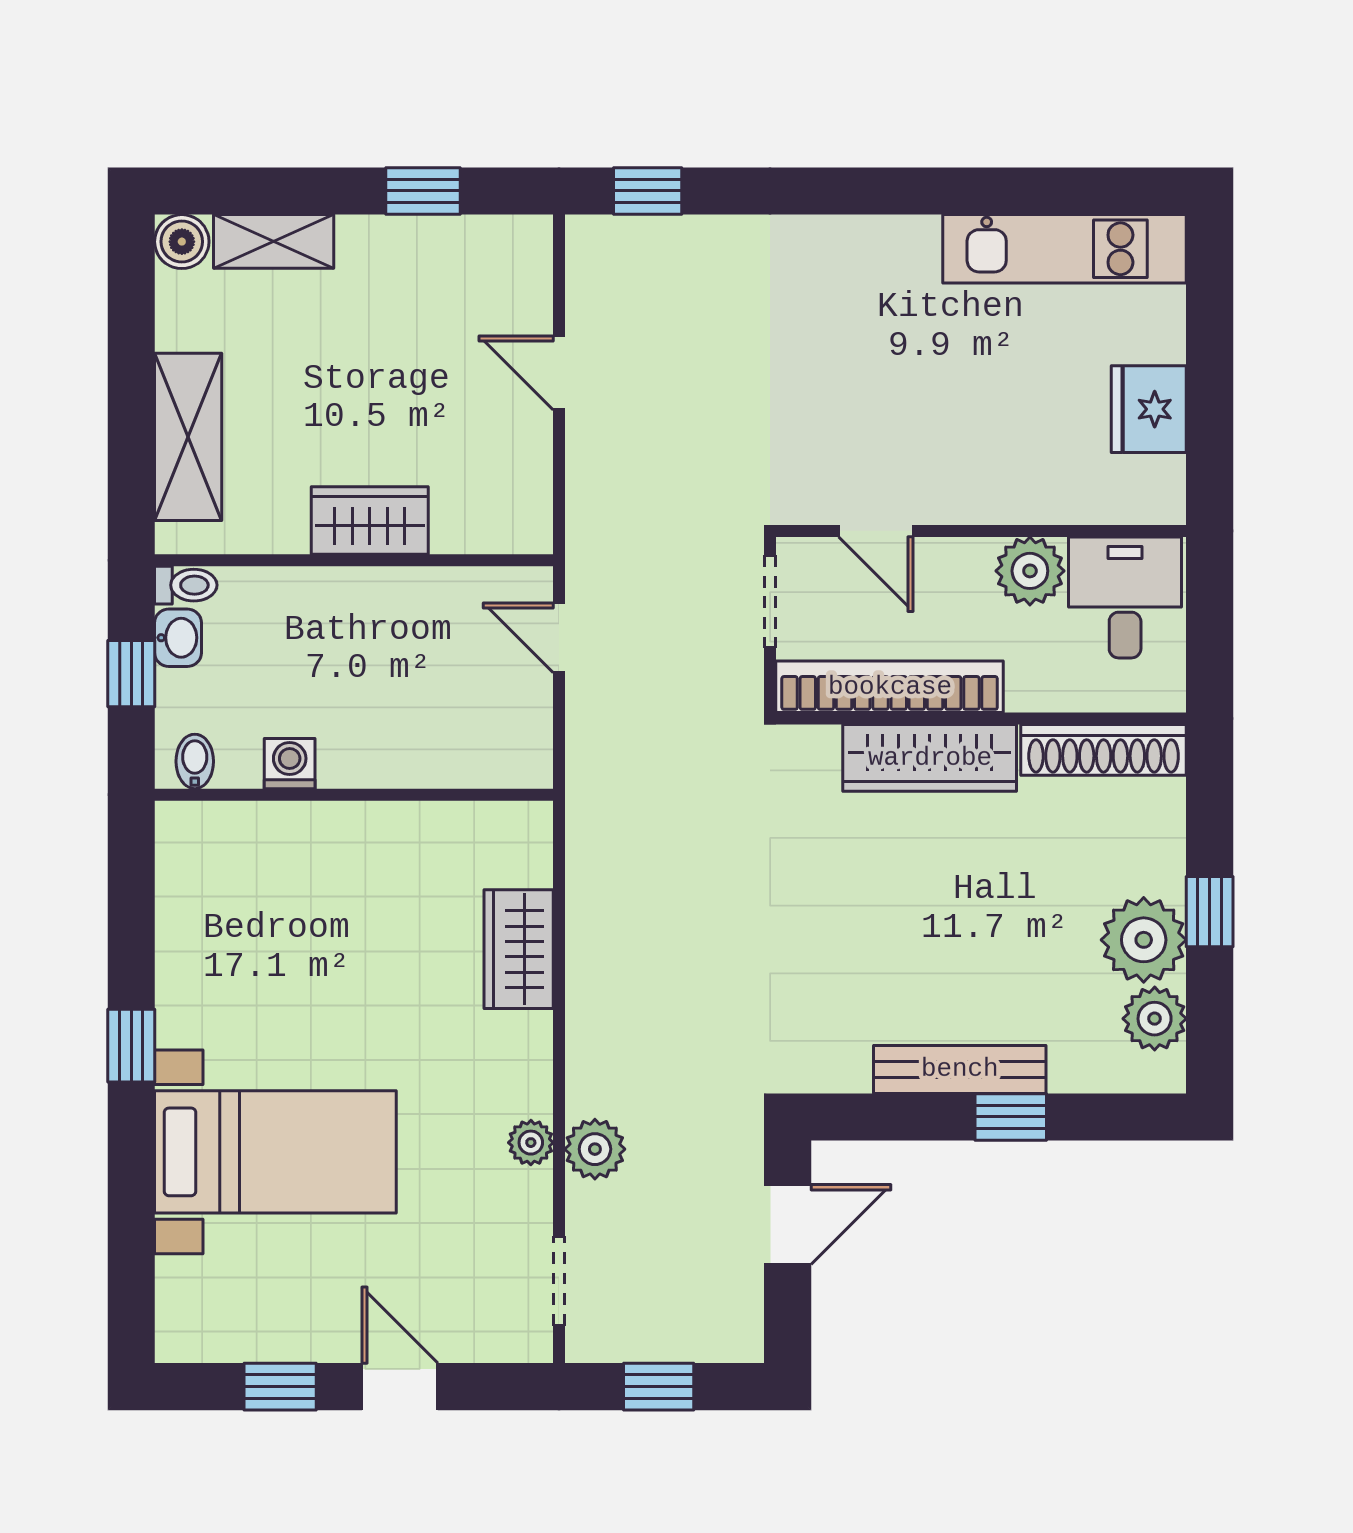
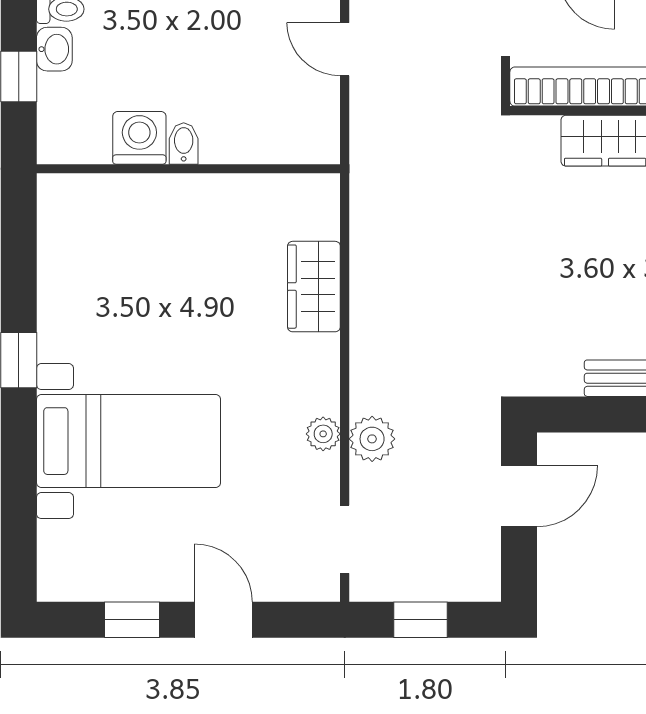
bidet: (195, 761) -> (184, 143), moved
washing machine: (290, 764) -> (139, 138), width x1.38, depth x1.38

